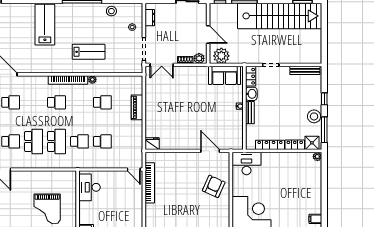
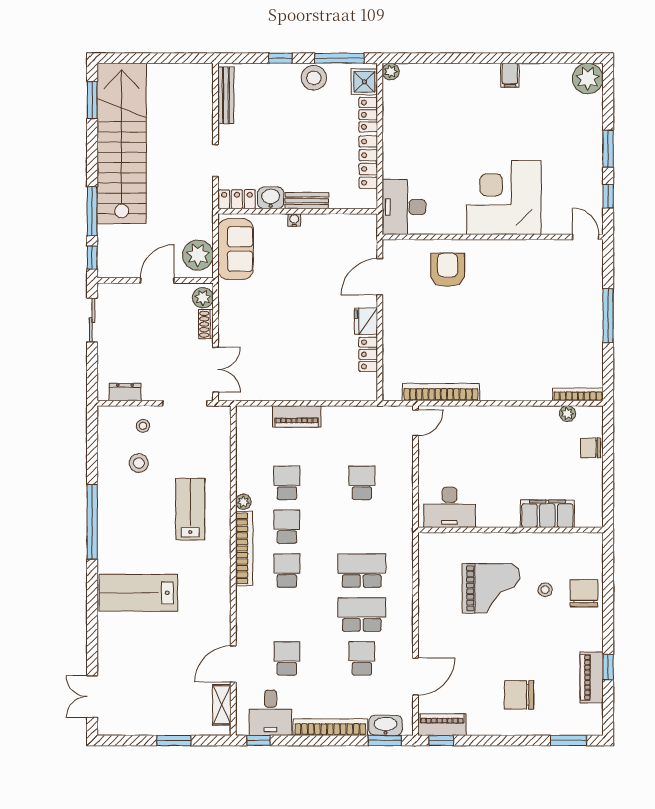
stool: (111, 11) -> (139, 463), moved
school desk: (79, 141) -> (287, 527), moved
fridge: (152, 144) -> (366, 321), moved
locker: (169, 145) -> (368, 354), added
armchair: (214, 186) -> (448, 270), turned 66

